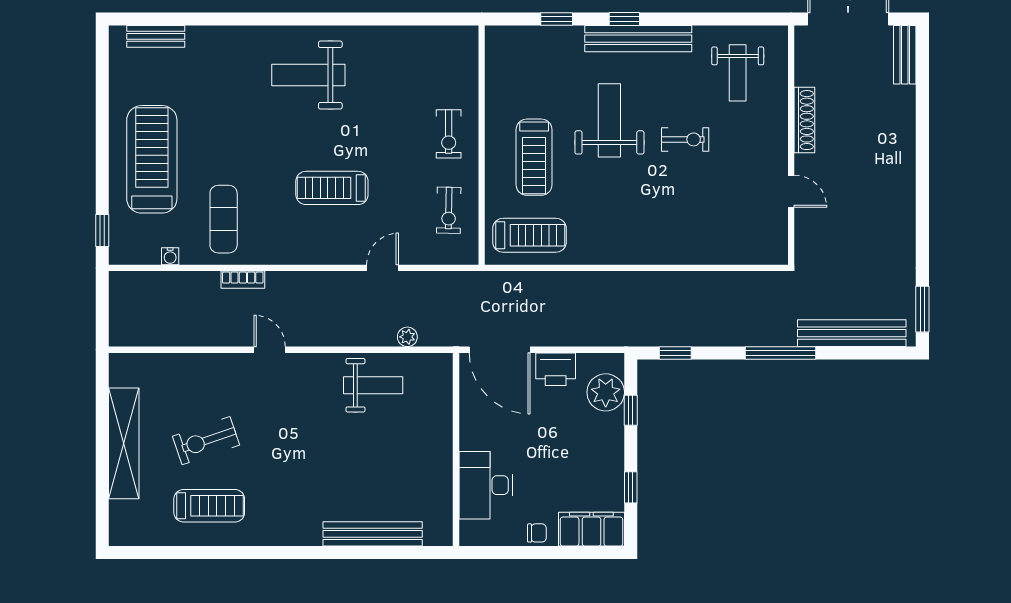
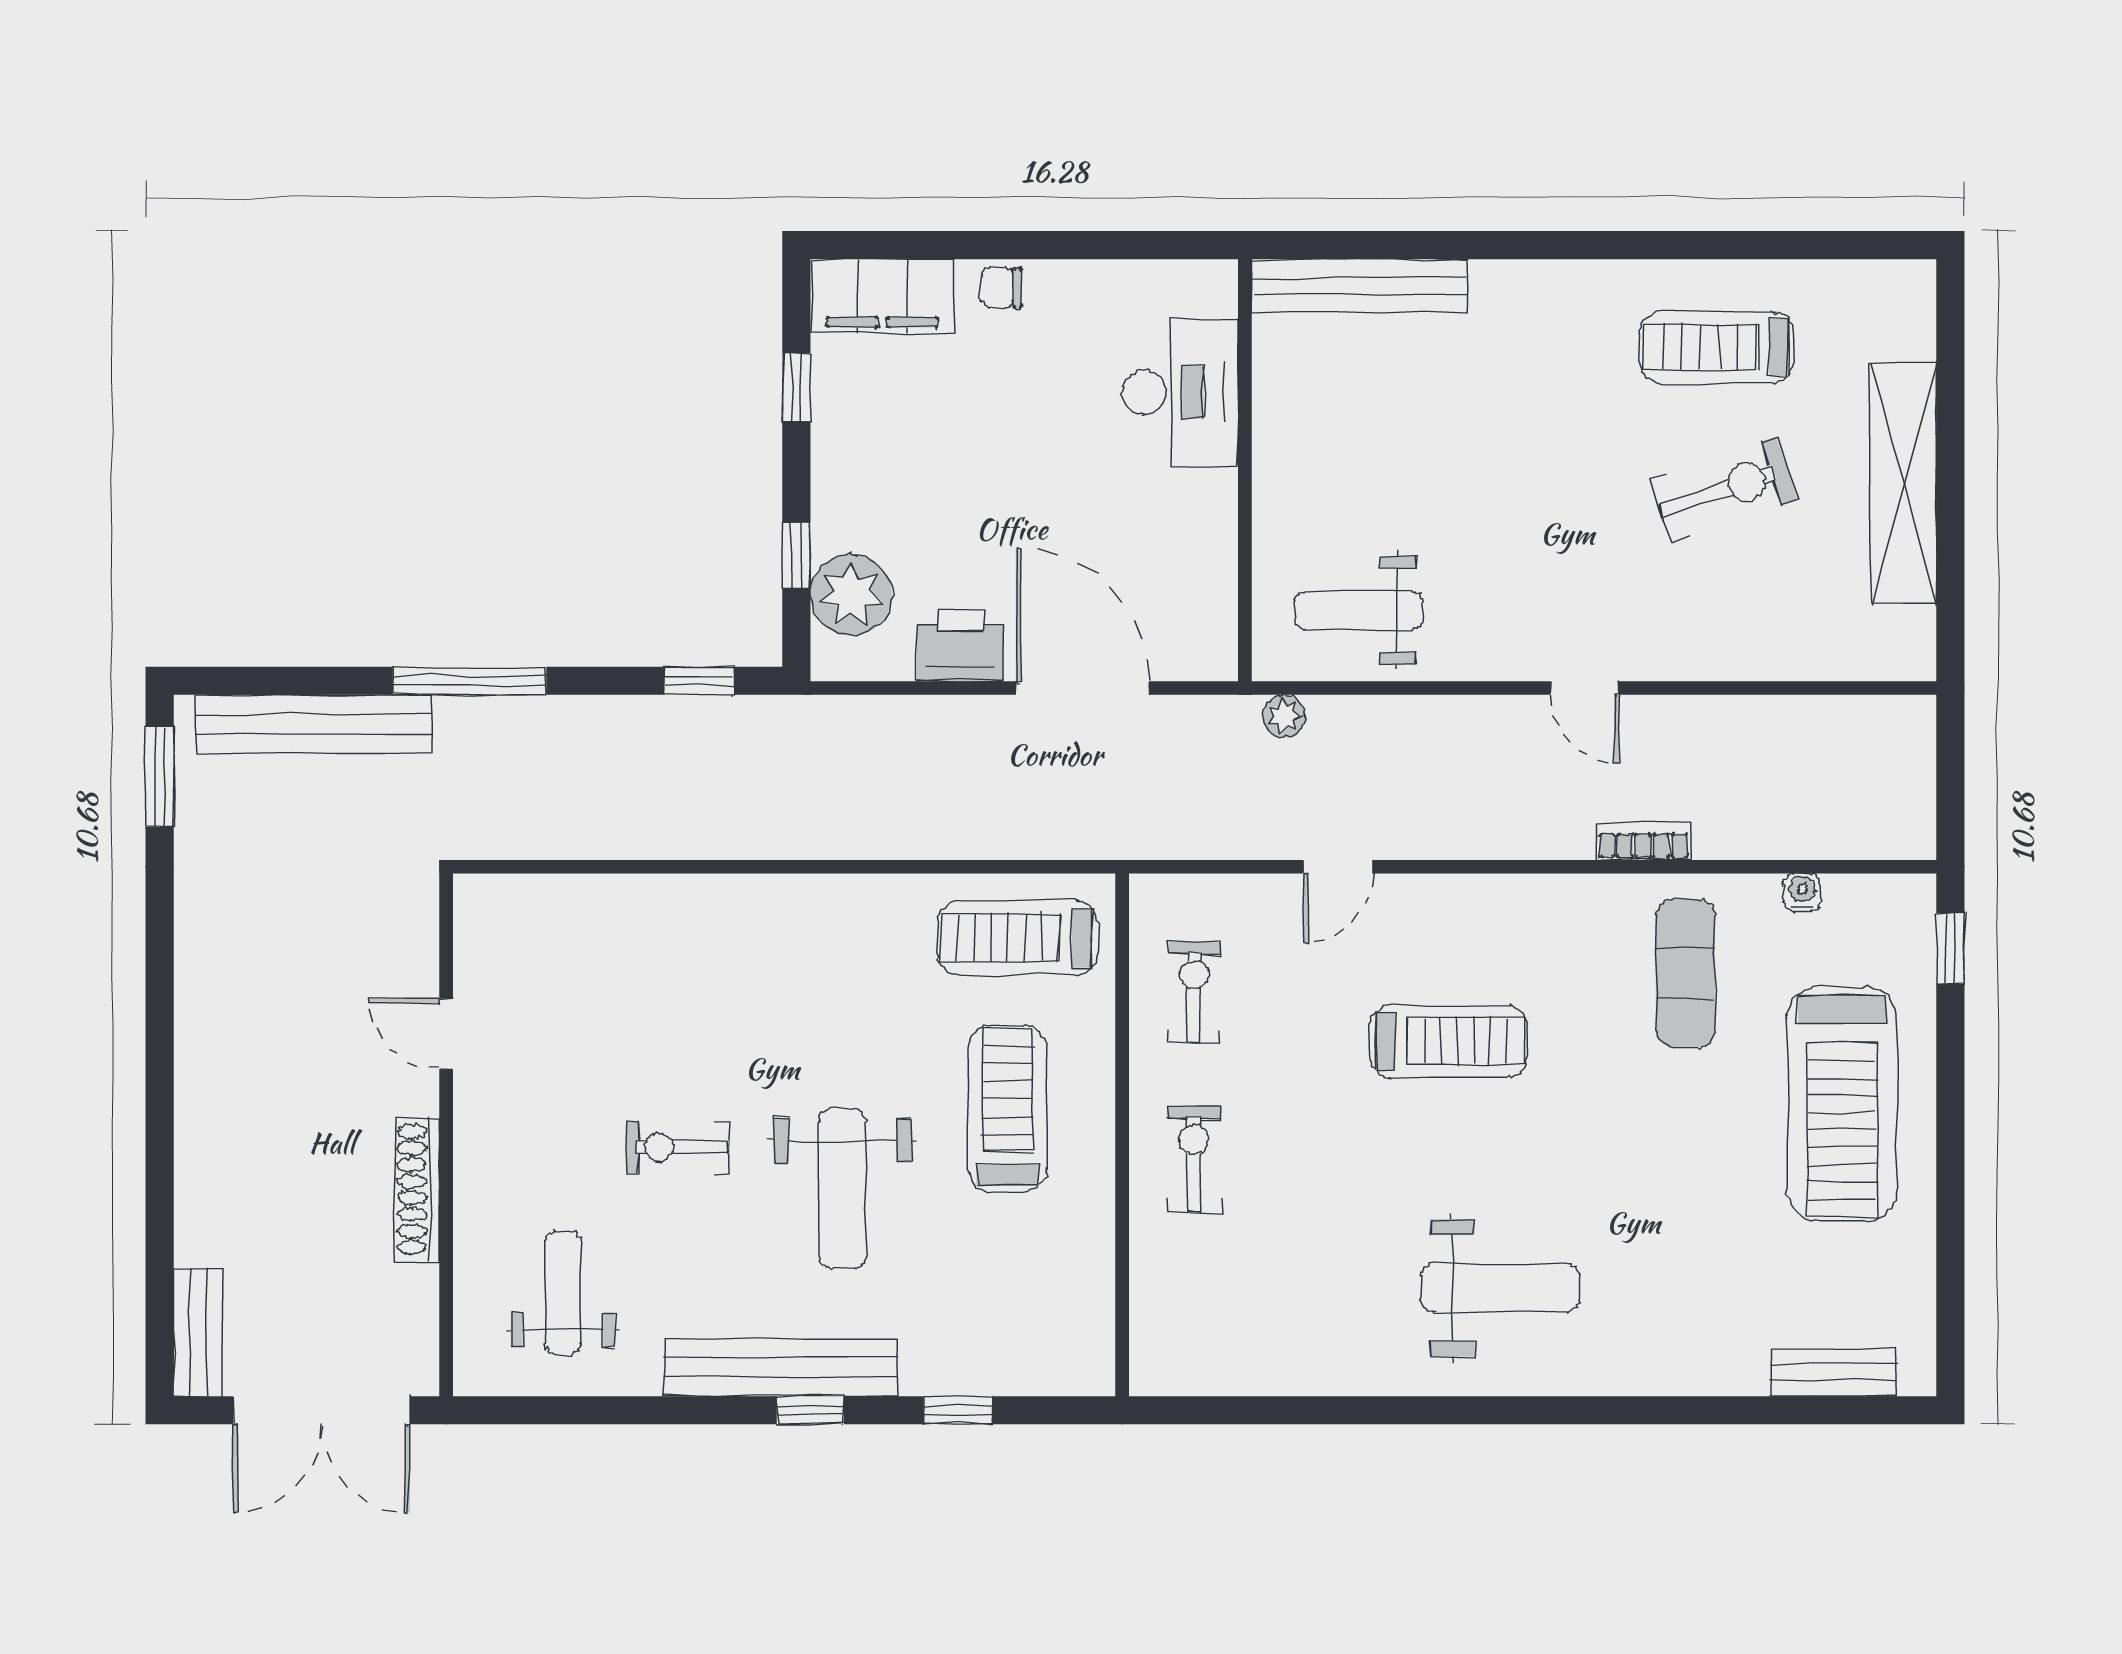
wall: (456, 449) -> (1245, 470), moved
desk: (486, 485) -> (1180, 392), moved

